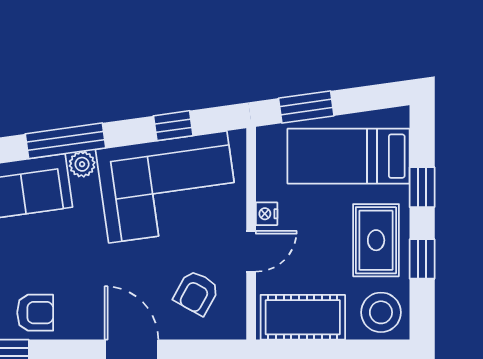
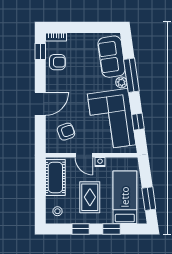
window: (306, 107) -> (149, 199), moved
rug: (376, 240) -> (90, 197), moved, turned 90
armchair: (196, 293) -> (66, 132), turned 131
stool: (381, 312) -> (57, 211), width x0.53, depth x0.53
armchair: (35, 313) -> (57, 62), turned -90

